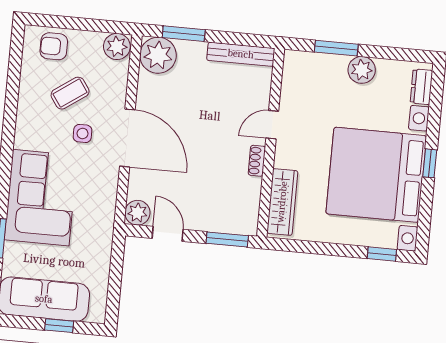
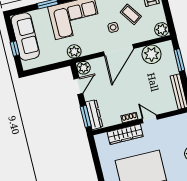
plant: (158, 55) -> (152, 54), moved
wardrobe: (282, 202) -> (125, 134), moved
plant: (102, 219) -> (74, 51), added
dresser: (229, 223) -> (94, 115), added

